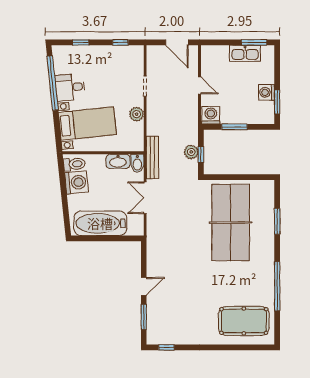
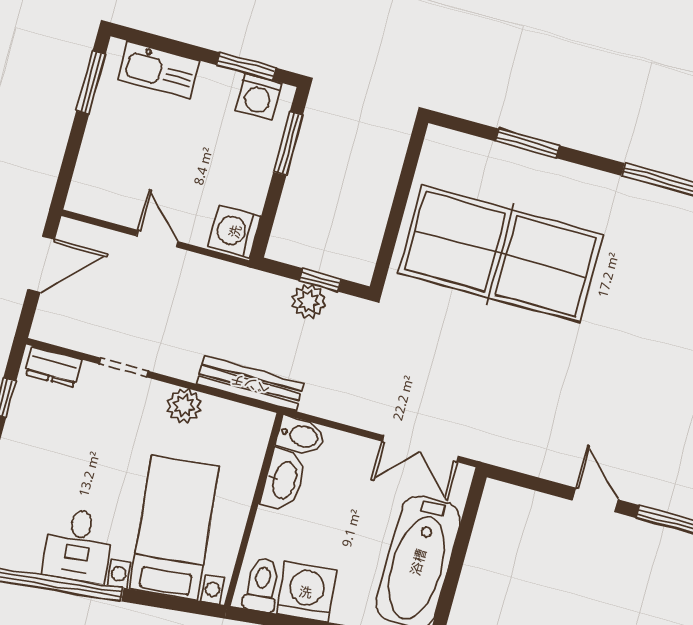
kitchen sink: (245, 53) -> (159, 70), moved, turned 90
dresser: (138, 58) -> (53, 367), added
door: (200, 85) -> (157, 239), hinge flipped
washing machine: (267, 92) -> (258, 97), moved
window: (234, 127) -> (288, 143), moved
bench: (152, 157) -> (250, 384), moved
double door: (145, 198) -> (420, 449), moved

